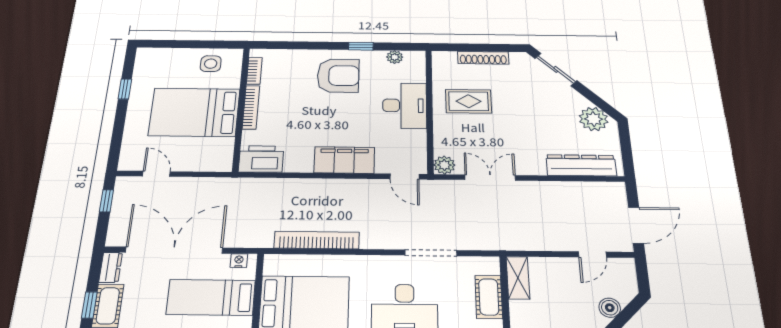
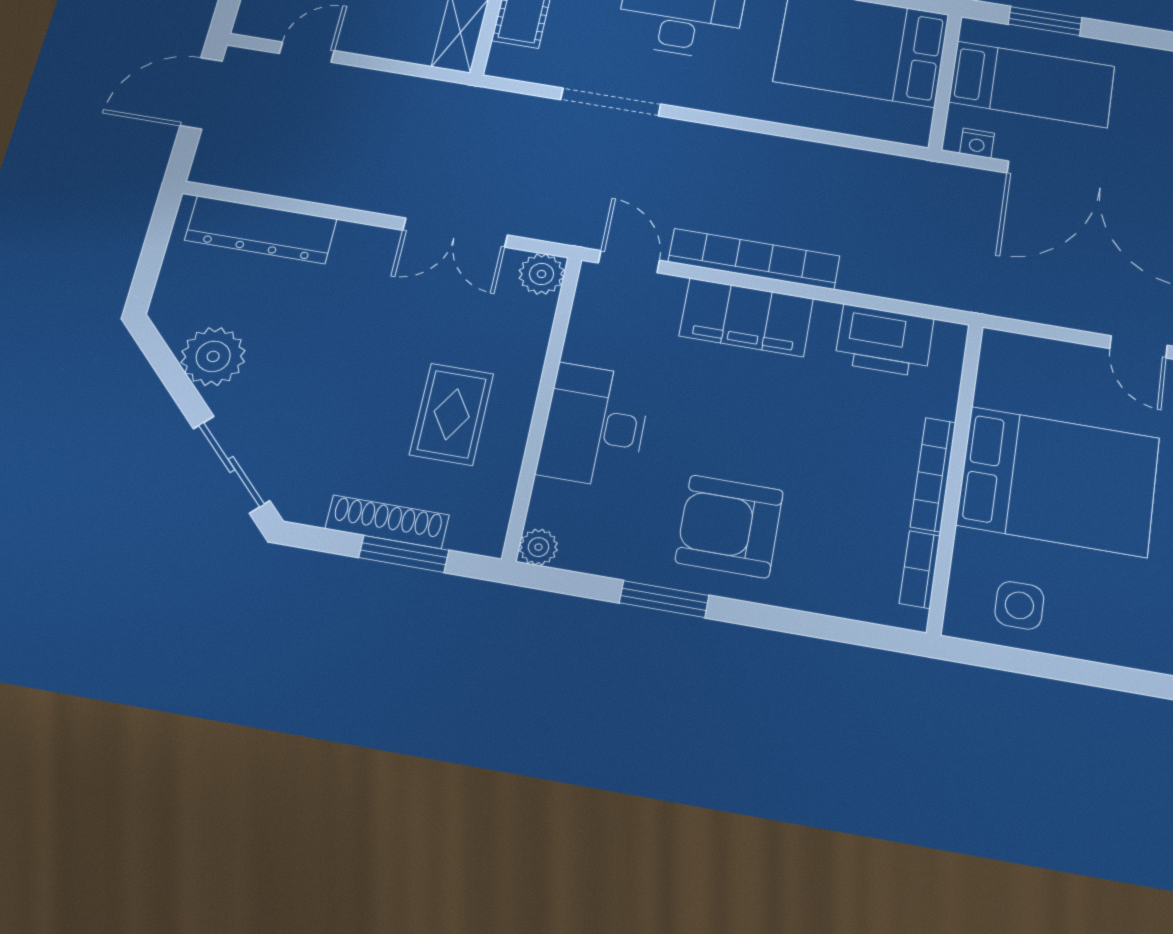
window: (361, 46) -> (664, 599), width x1.50
window: (473, 48) -> (404, 554), added
plant: (395, 57) -> (538, 547), moved
rug: (468, 101) -> (452, 414), turned 90
plant: (594, 119) -> (213, 356), moved
printer: (261, 159) -> (884, 341), moved
bookcase: (317, 240) -> (754, 259), moved, turned 180

